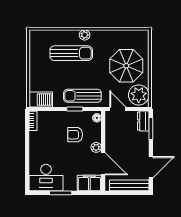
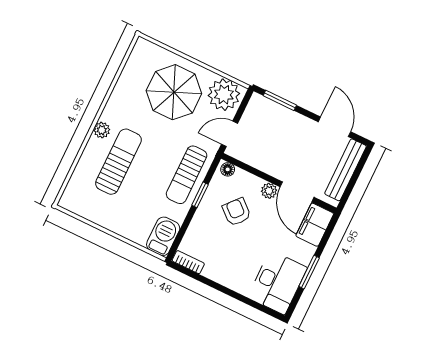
dresser: (143, 121) -> (264, 106), removed
armchair: (75, 135) -> (237, 212), turned 131
door: (103, 164) -> (297, 192), swing flipped

